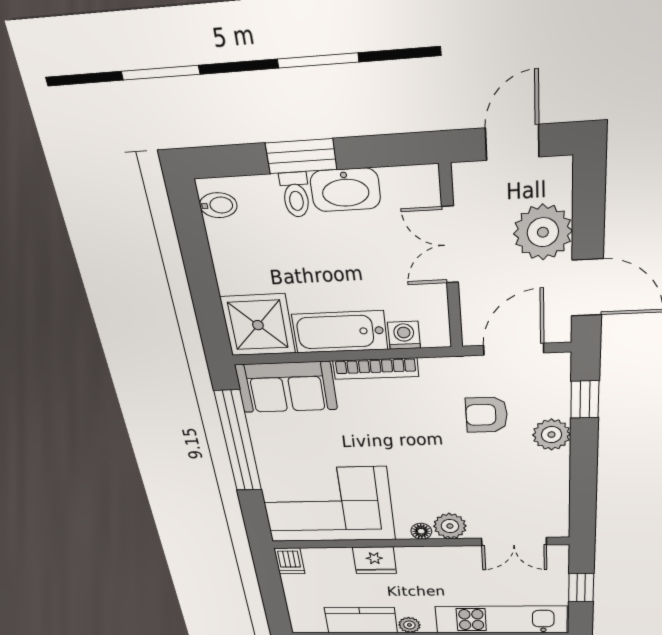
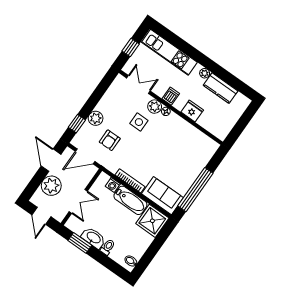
door: (512, 142) -> (41, 216), hinge flipped
window: (301, 156) -> (80, 243), moved
armchair: (487, 415) -> (110, 140), turned 90
side table: (456, 483) -> (139, 122), added
corner sofa: (327, 505) -> (188, 145), removed
dishwasher: (289, 561) -> (171, 96), moved

